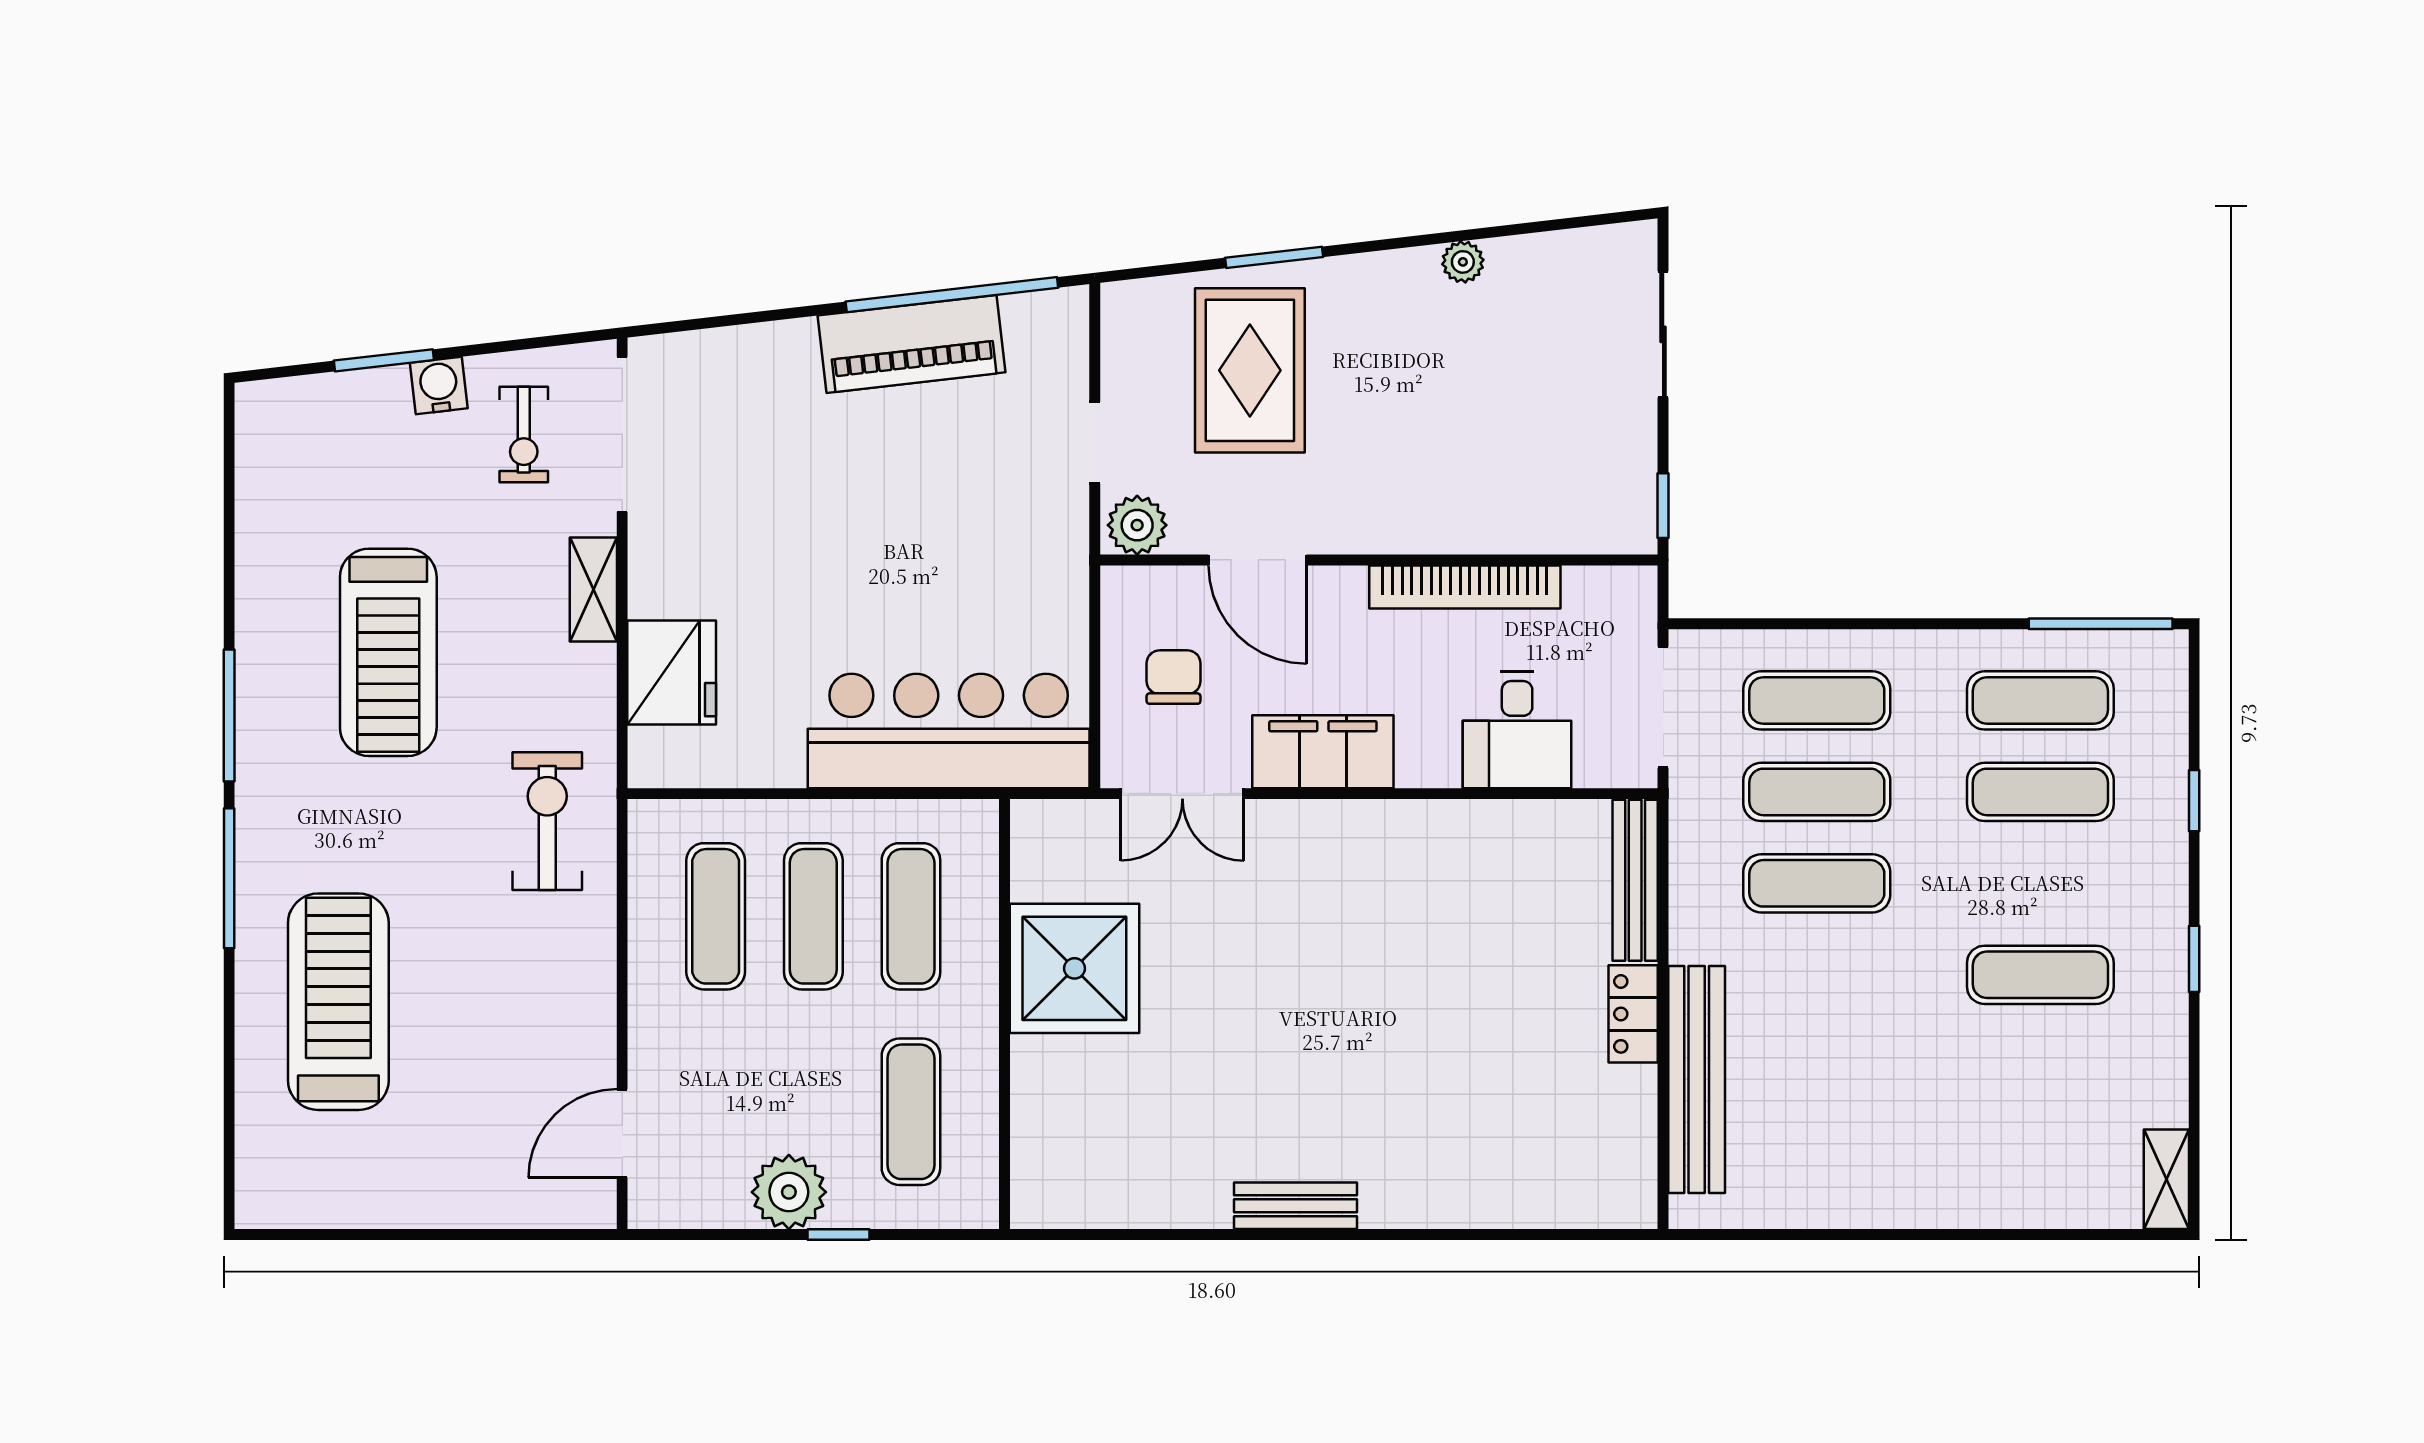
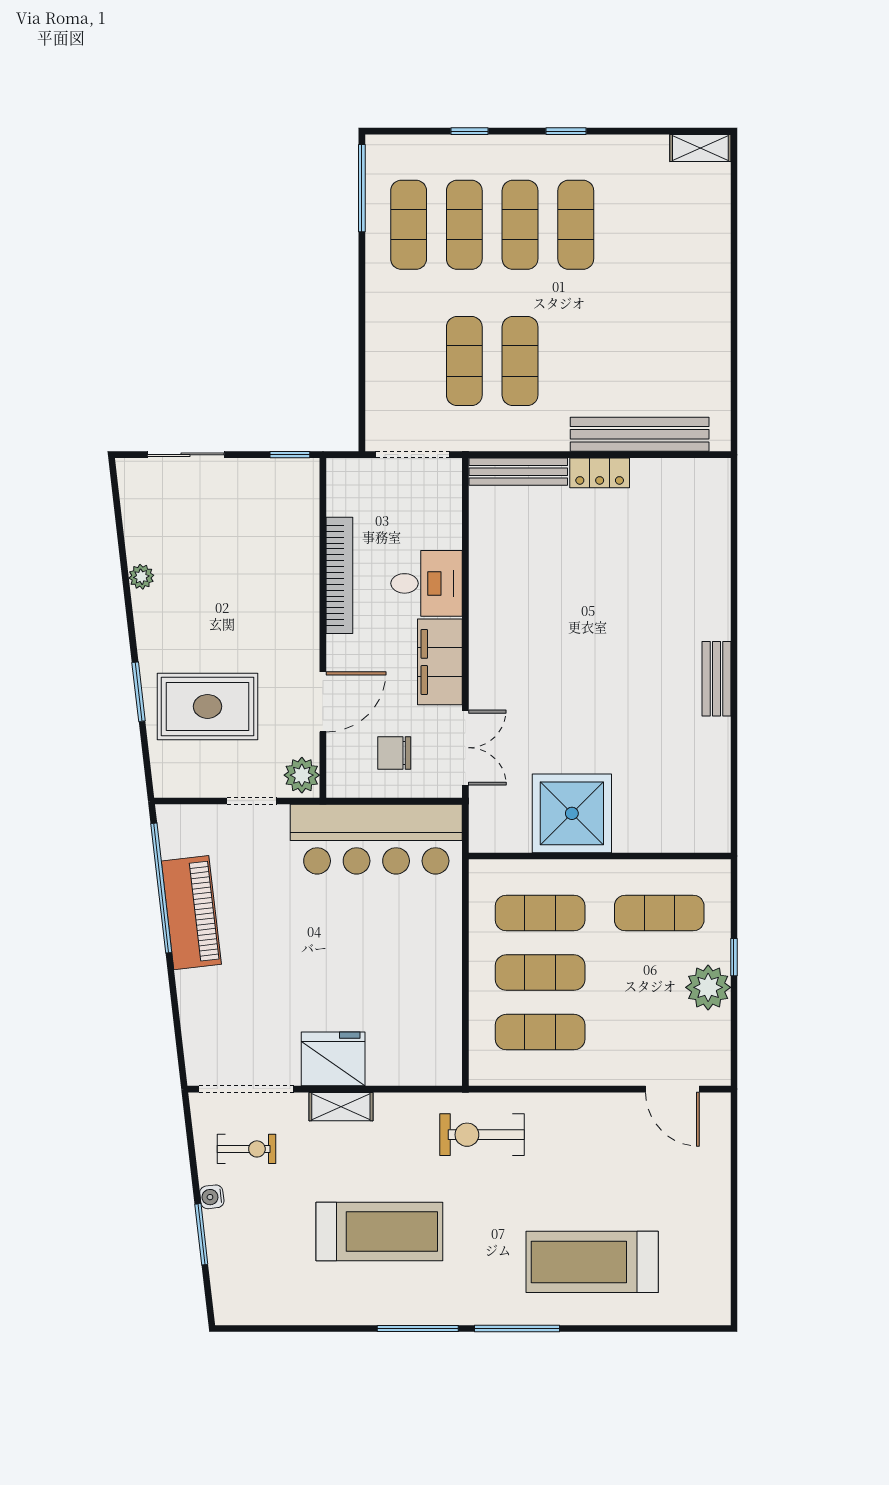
water cooler: (439, 386) -> (212, 1197), width x0.72, depth x0.72
fridge: (672, 672) -> (333, 1059), moved
exercise mat: (1817, 700) -> (520, 225), moved
desk: (1517, 730) -> (427, 583), moved
bar counter: (949, 731) -> (376, 839), moved, turned -90

